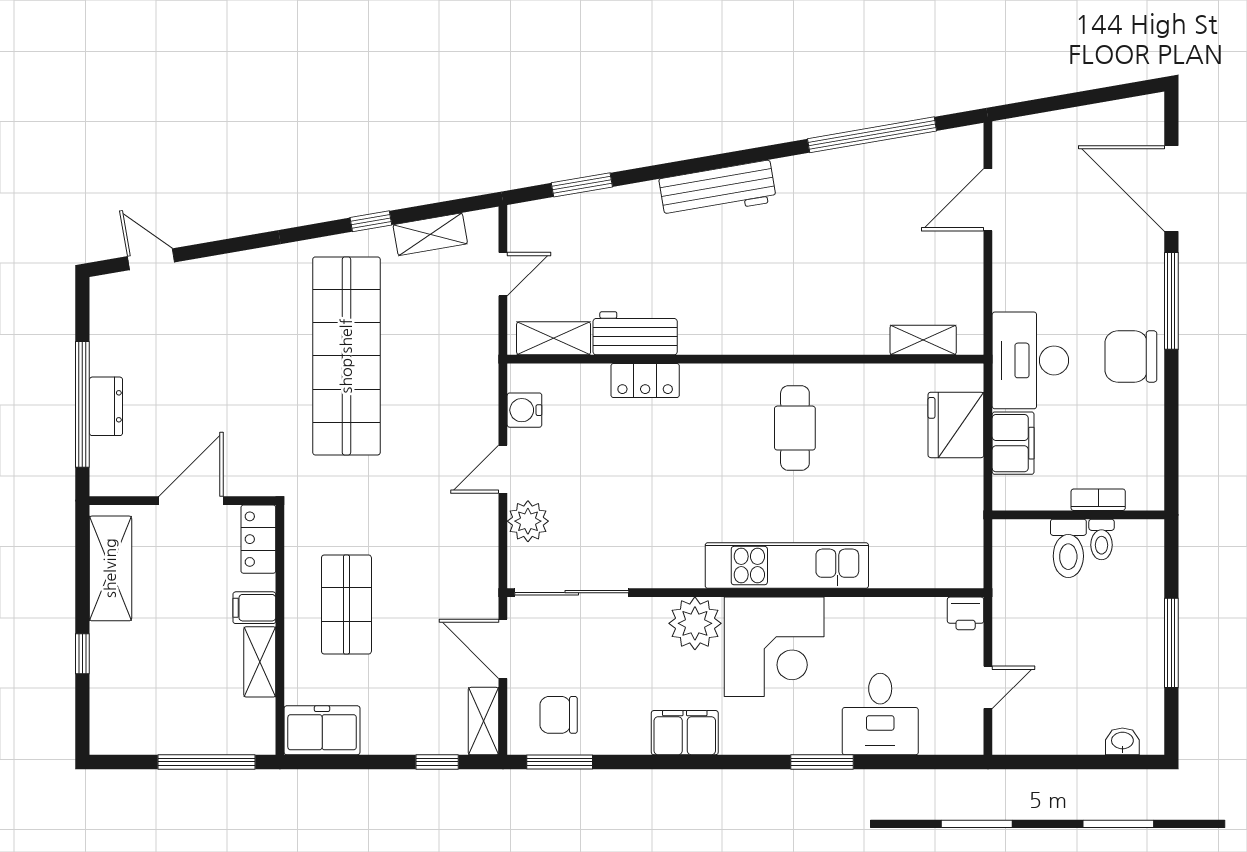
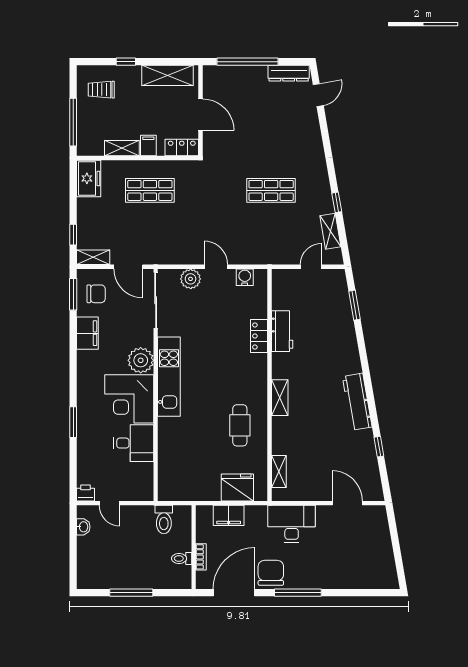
window: (872, 135) -> (379, 447), width x0.32
door: (1171, 189) -> (234, 593), moved
workbench: (718, 190) -> (357, 402), moved
door: (503, 274) -> (311, 267), swing flipped
shelving: (554, 338) -> (280, 398), moved
shop shelf: (346, 356) -> (271, 190), width x0.50, depth x0.74
desk: (1030, 360) -> (292, 524), moved
dresser: (106, 406) -> (289, 73), moved, width x1.44
cafe table: (795, 428) -> (240, 425), moved, turned 90
toilet: (1068, 548) -> (164, 520), moved, turned -90
kitchen unit: (787, 566) -> (169, 377), moved
printer: (966, 613) -> (85, 493), moved, turned 90
door: (503, 649) -> (128, 267), swing flipped
trolley: (140, 704) -> (101, 90), added
desk: (880, 714) -> (134, 443), moved, turned 180
chair: (559, 715) -> (96, 294), turned 90
filing cabinet: (685, 733) -> (87, 333), moved
washbasin: (1122, 741) -> (83, 527), moved

